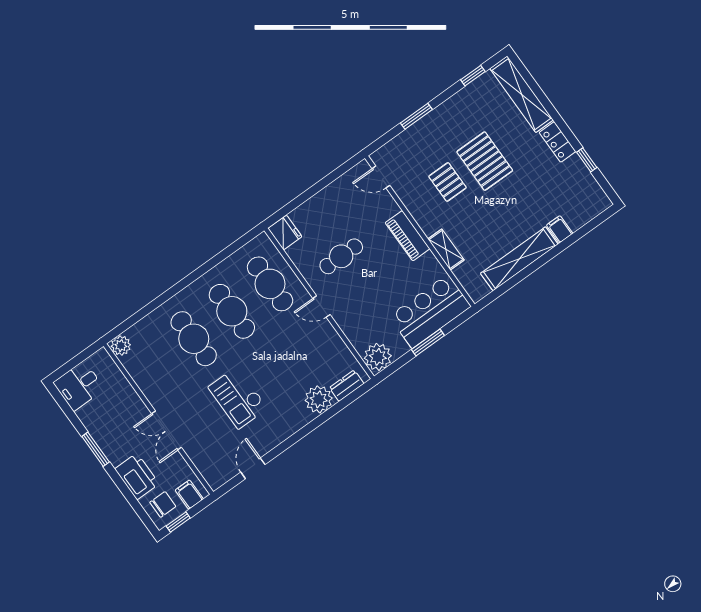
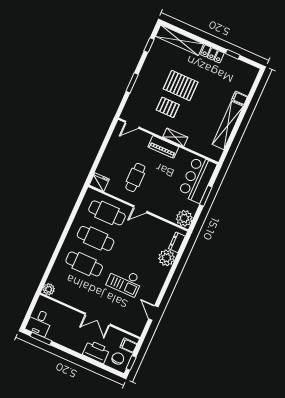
shelving: (446, 249) -> (175, 137), moved
window: (96, 449) -> (41, 339), moved

